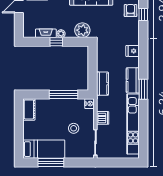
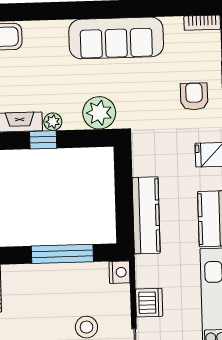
armchair: (131, 11) -> (194, 96), moved
kitchen counter: (103, 84) -> (146, 215), width x1.50

